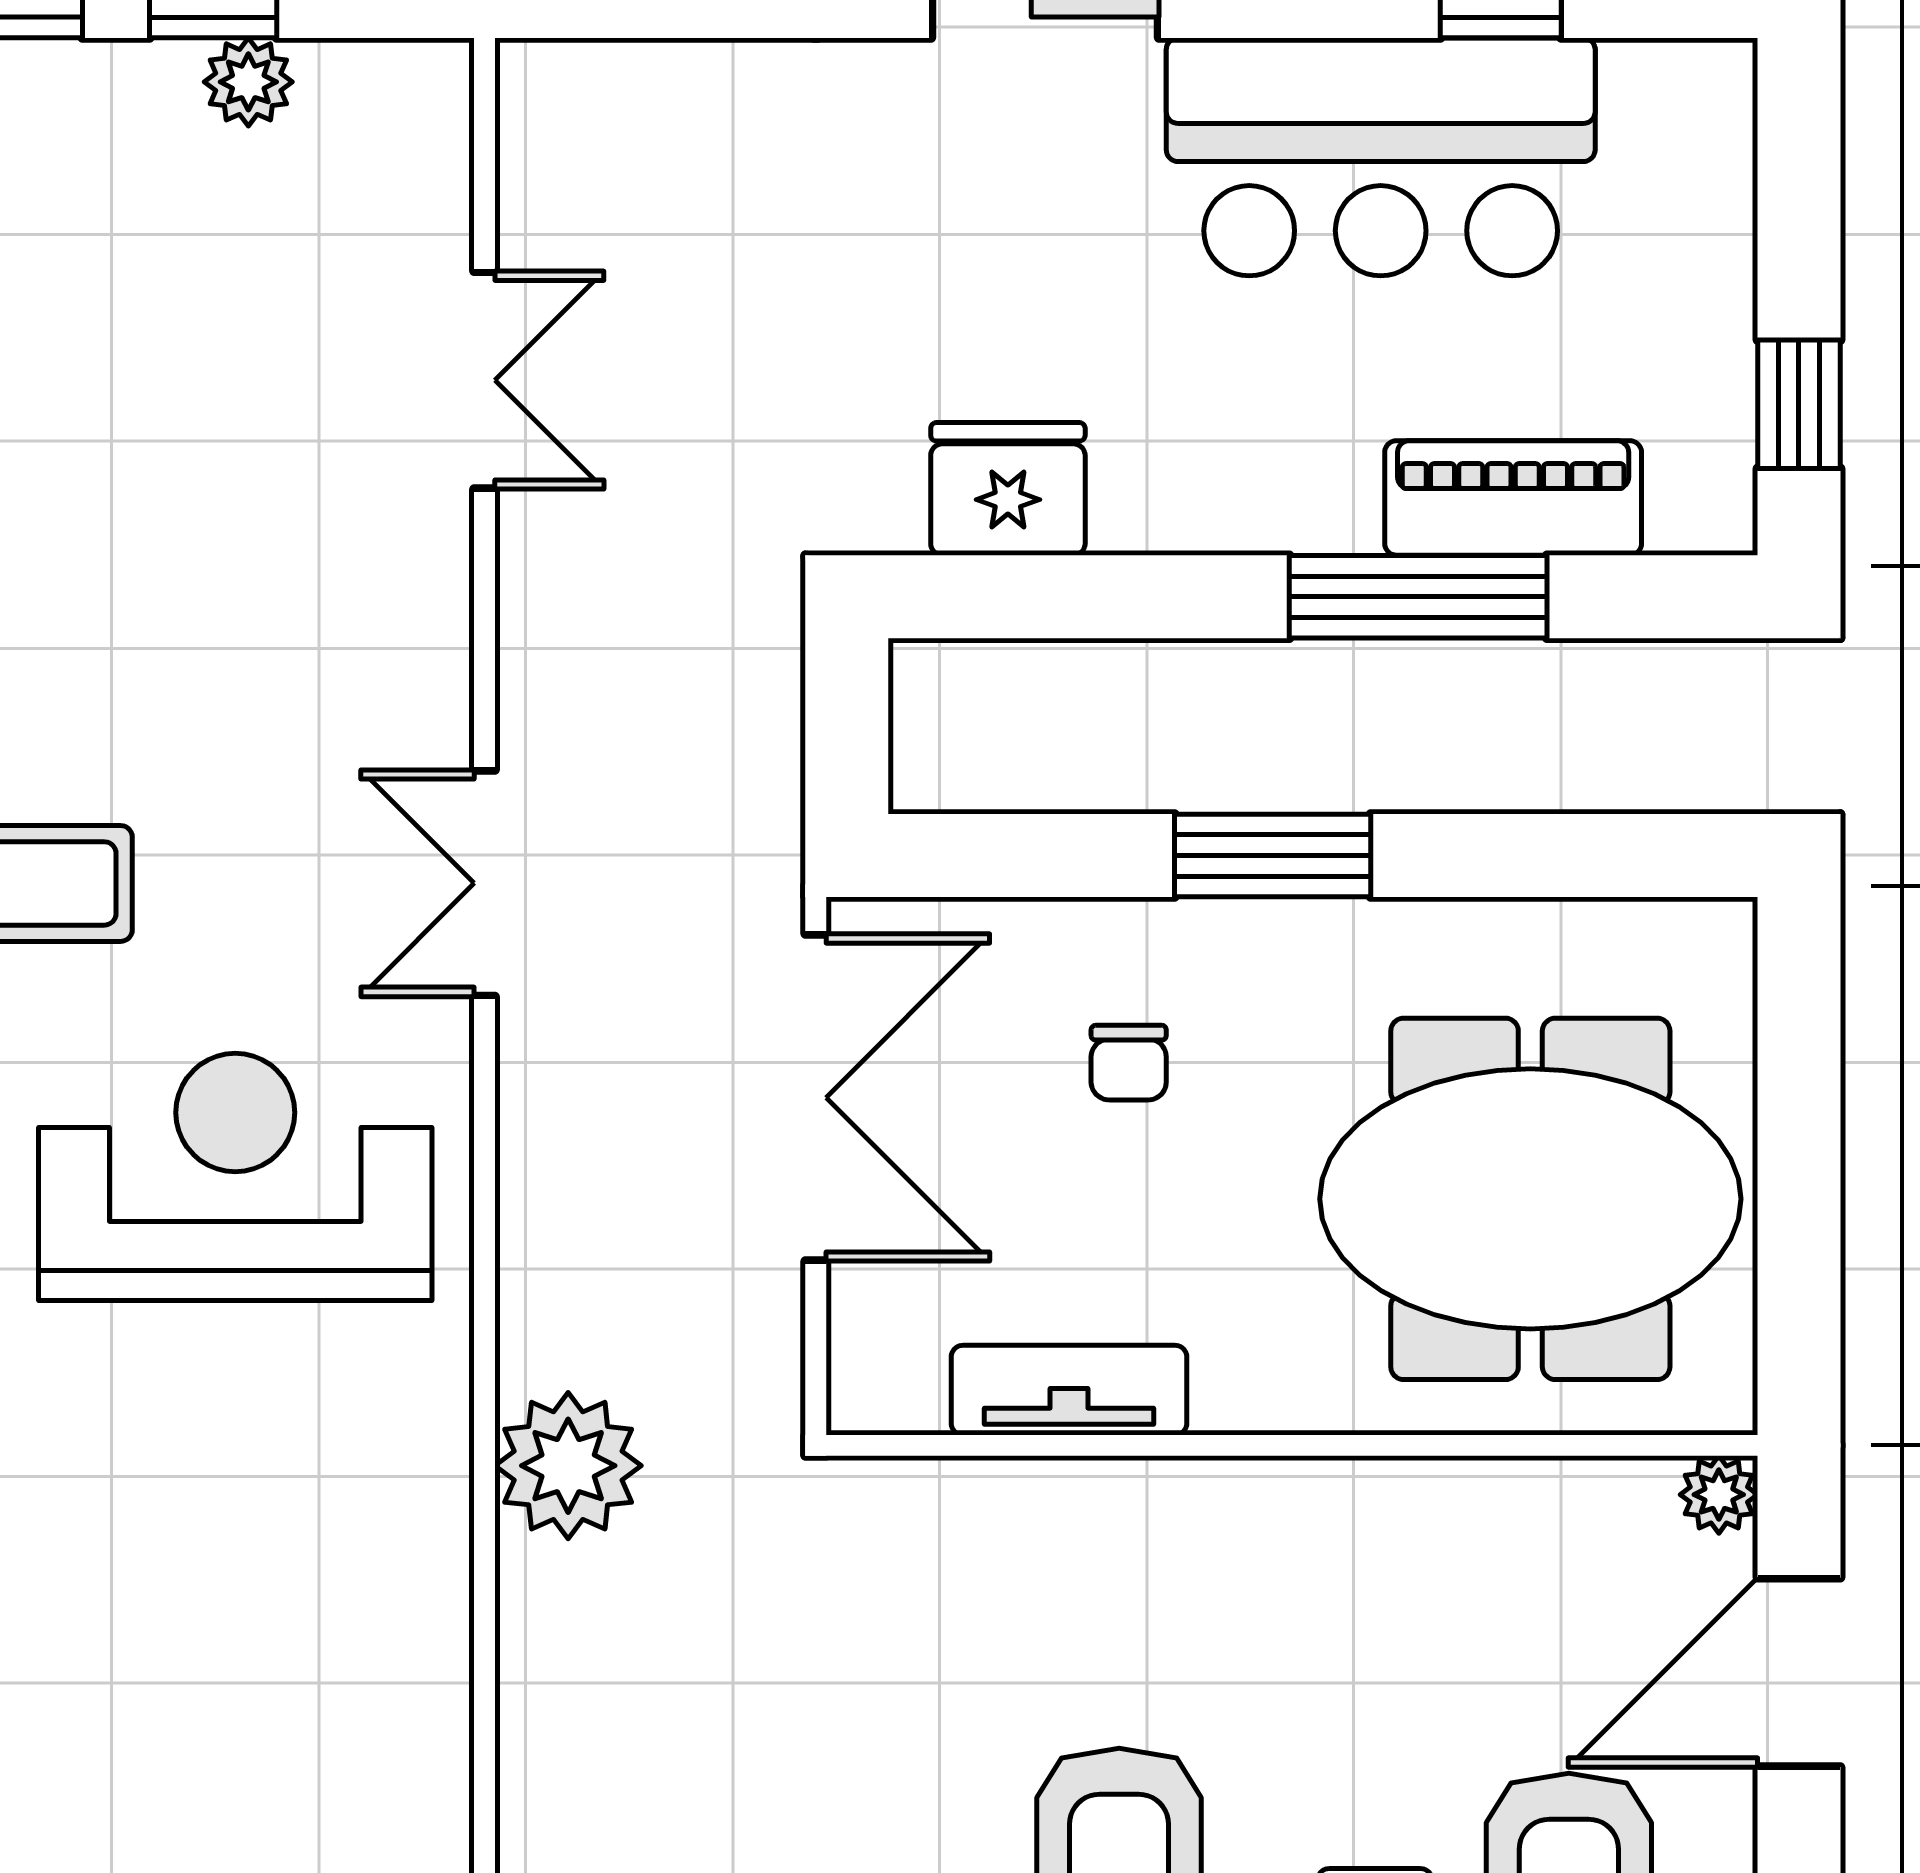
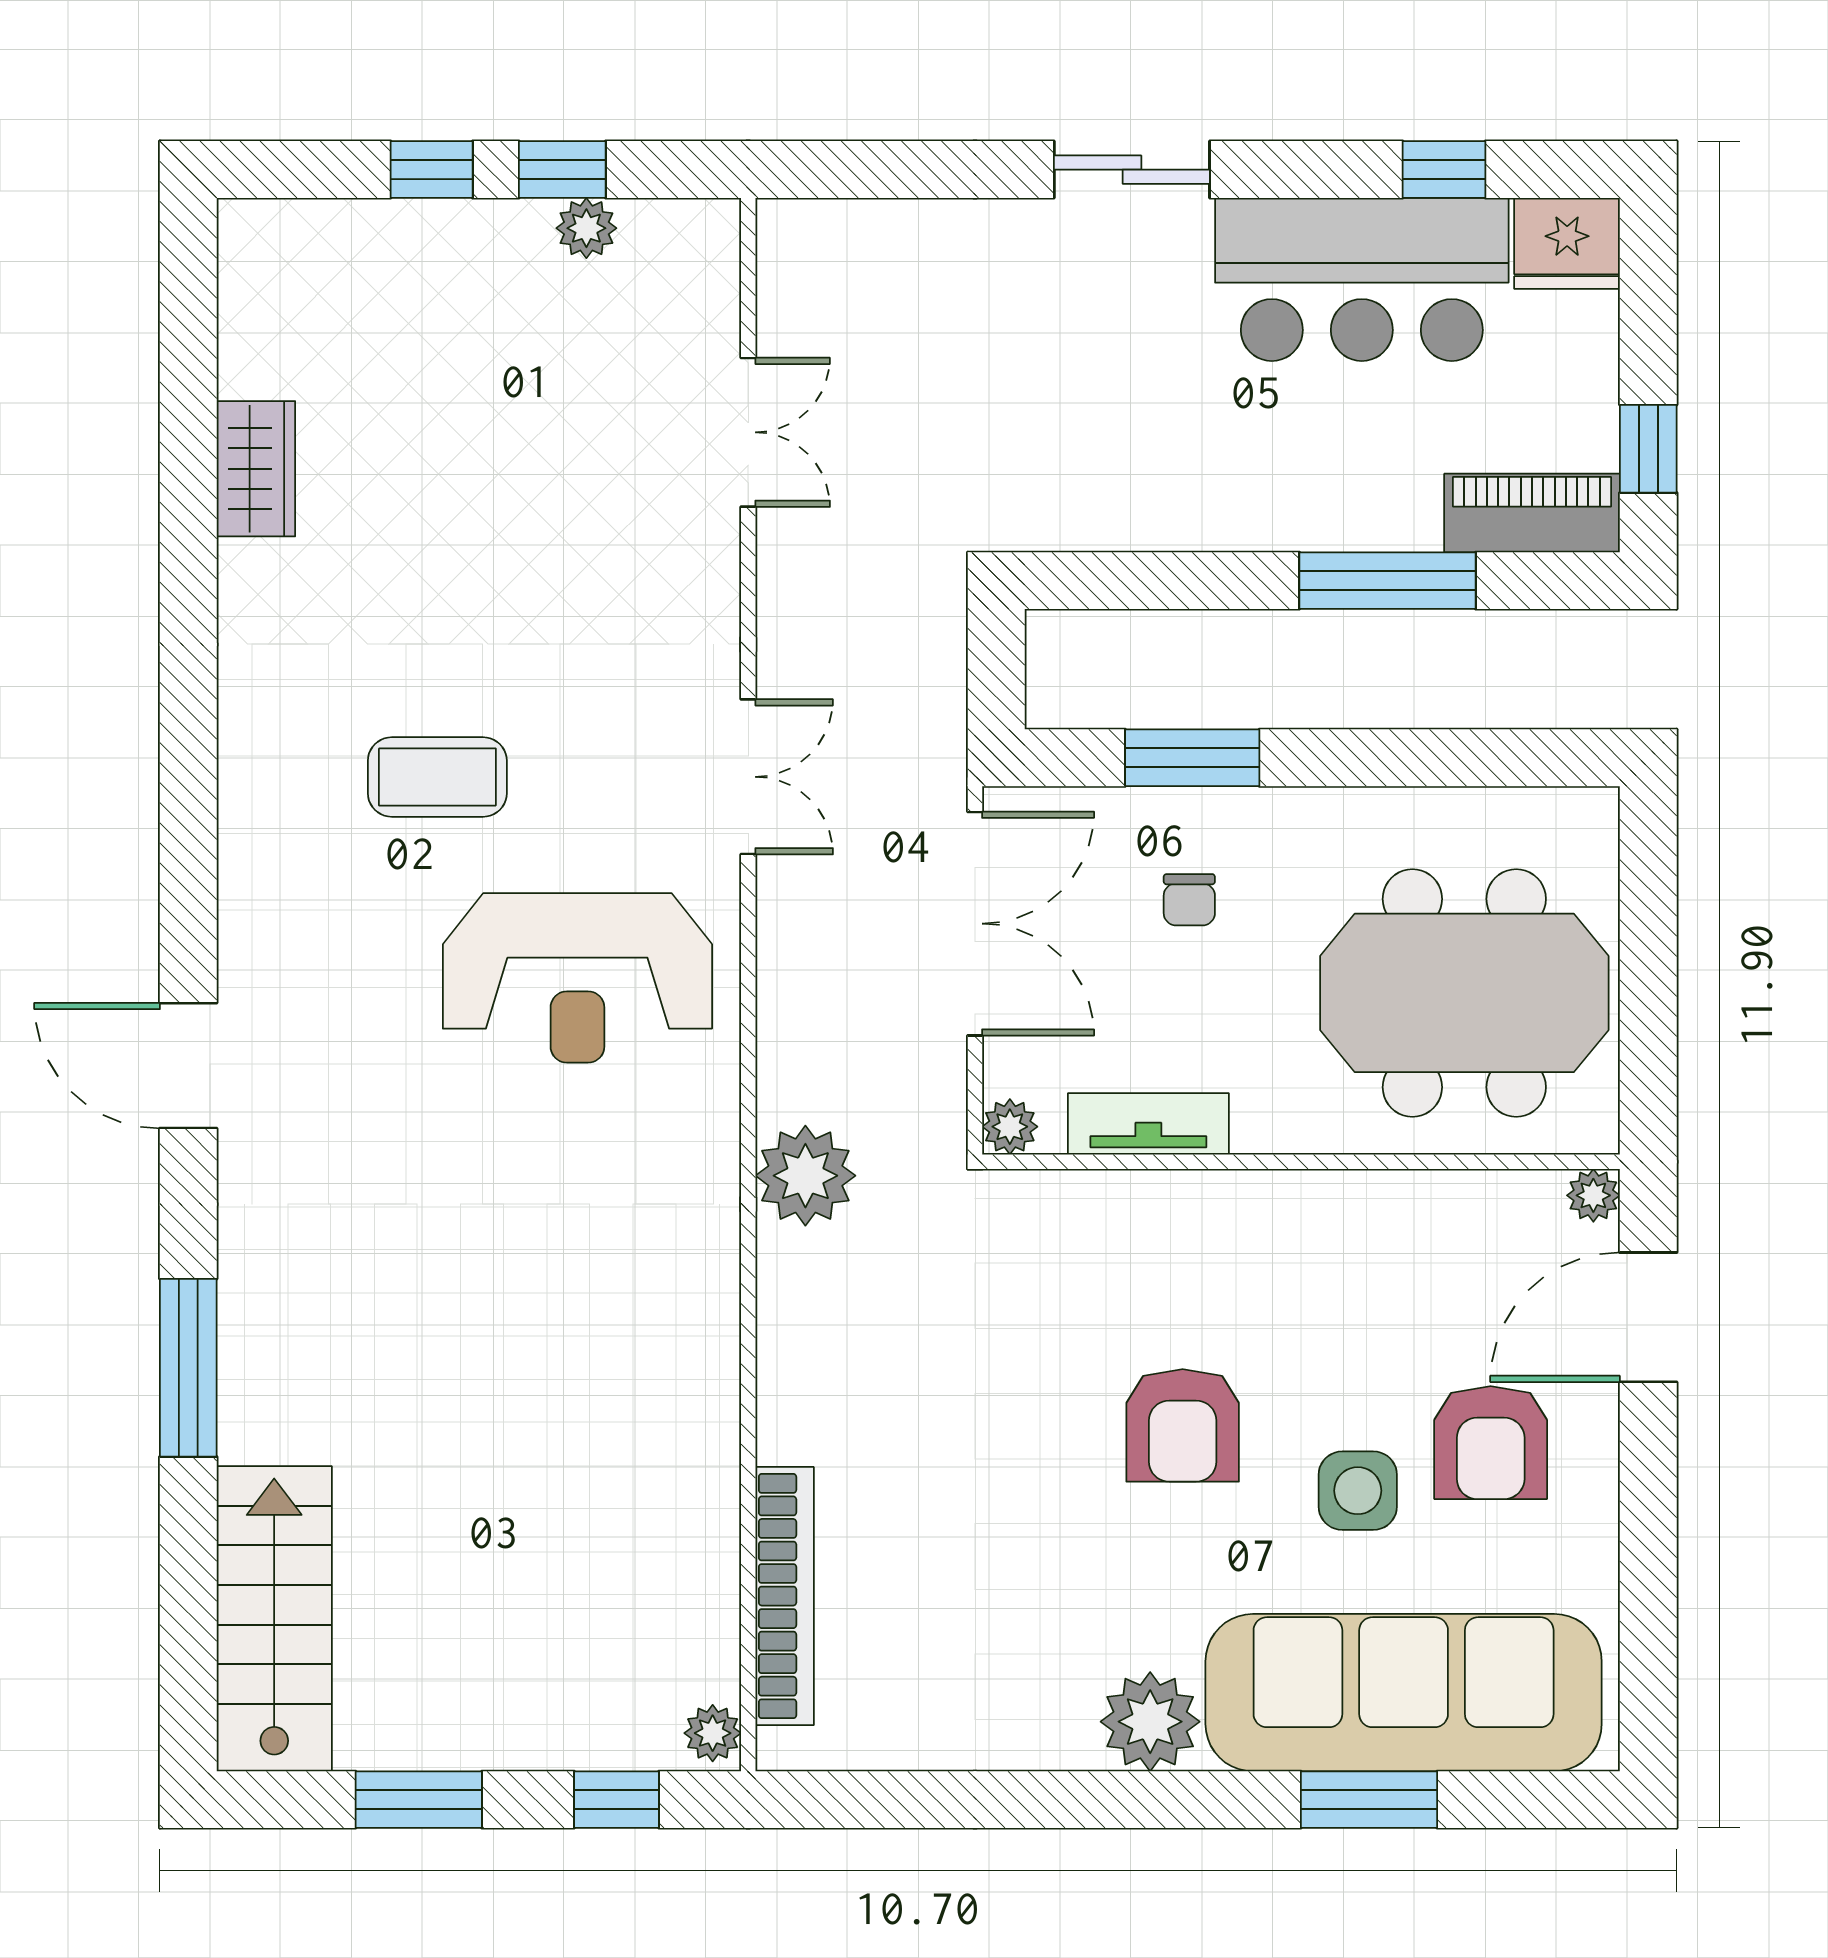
fridge: (1008, 489) -> (1567, 243), moved, turned 180
piano: (1513, 498) -> (1532, 513), moved
window: (1273, 855) -> (1192, 758), moved
double door: (485, 883) -> (748, 777), swing flipped
reception desk: (235, 1177) -> (577, 978), turned 180
plant: (867, 1394) -> (1010, 1127), added

